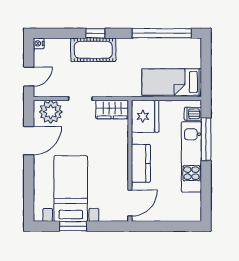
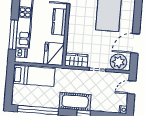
cot: (93, 50) -> (75, 101), moved

